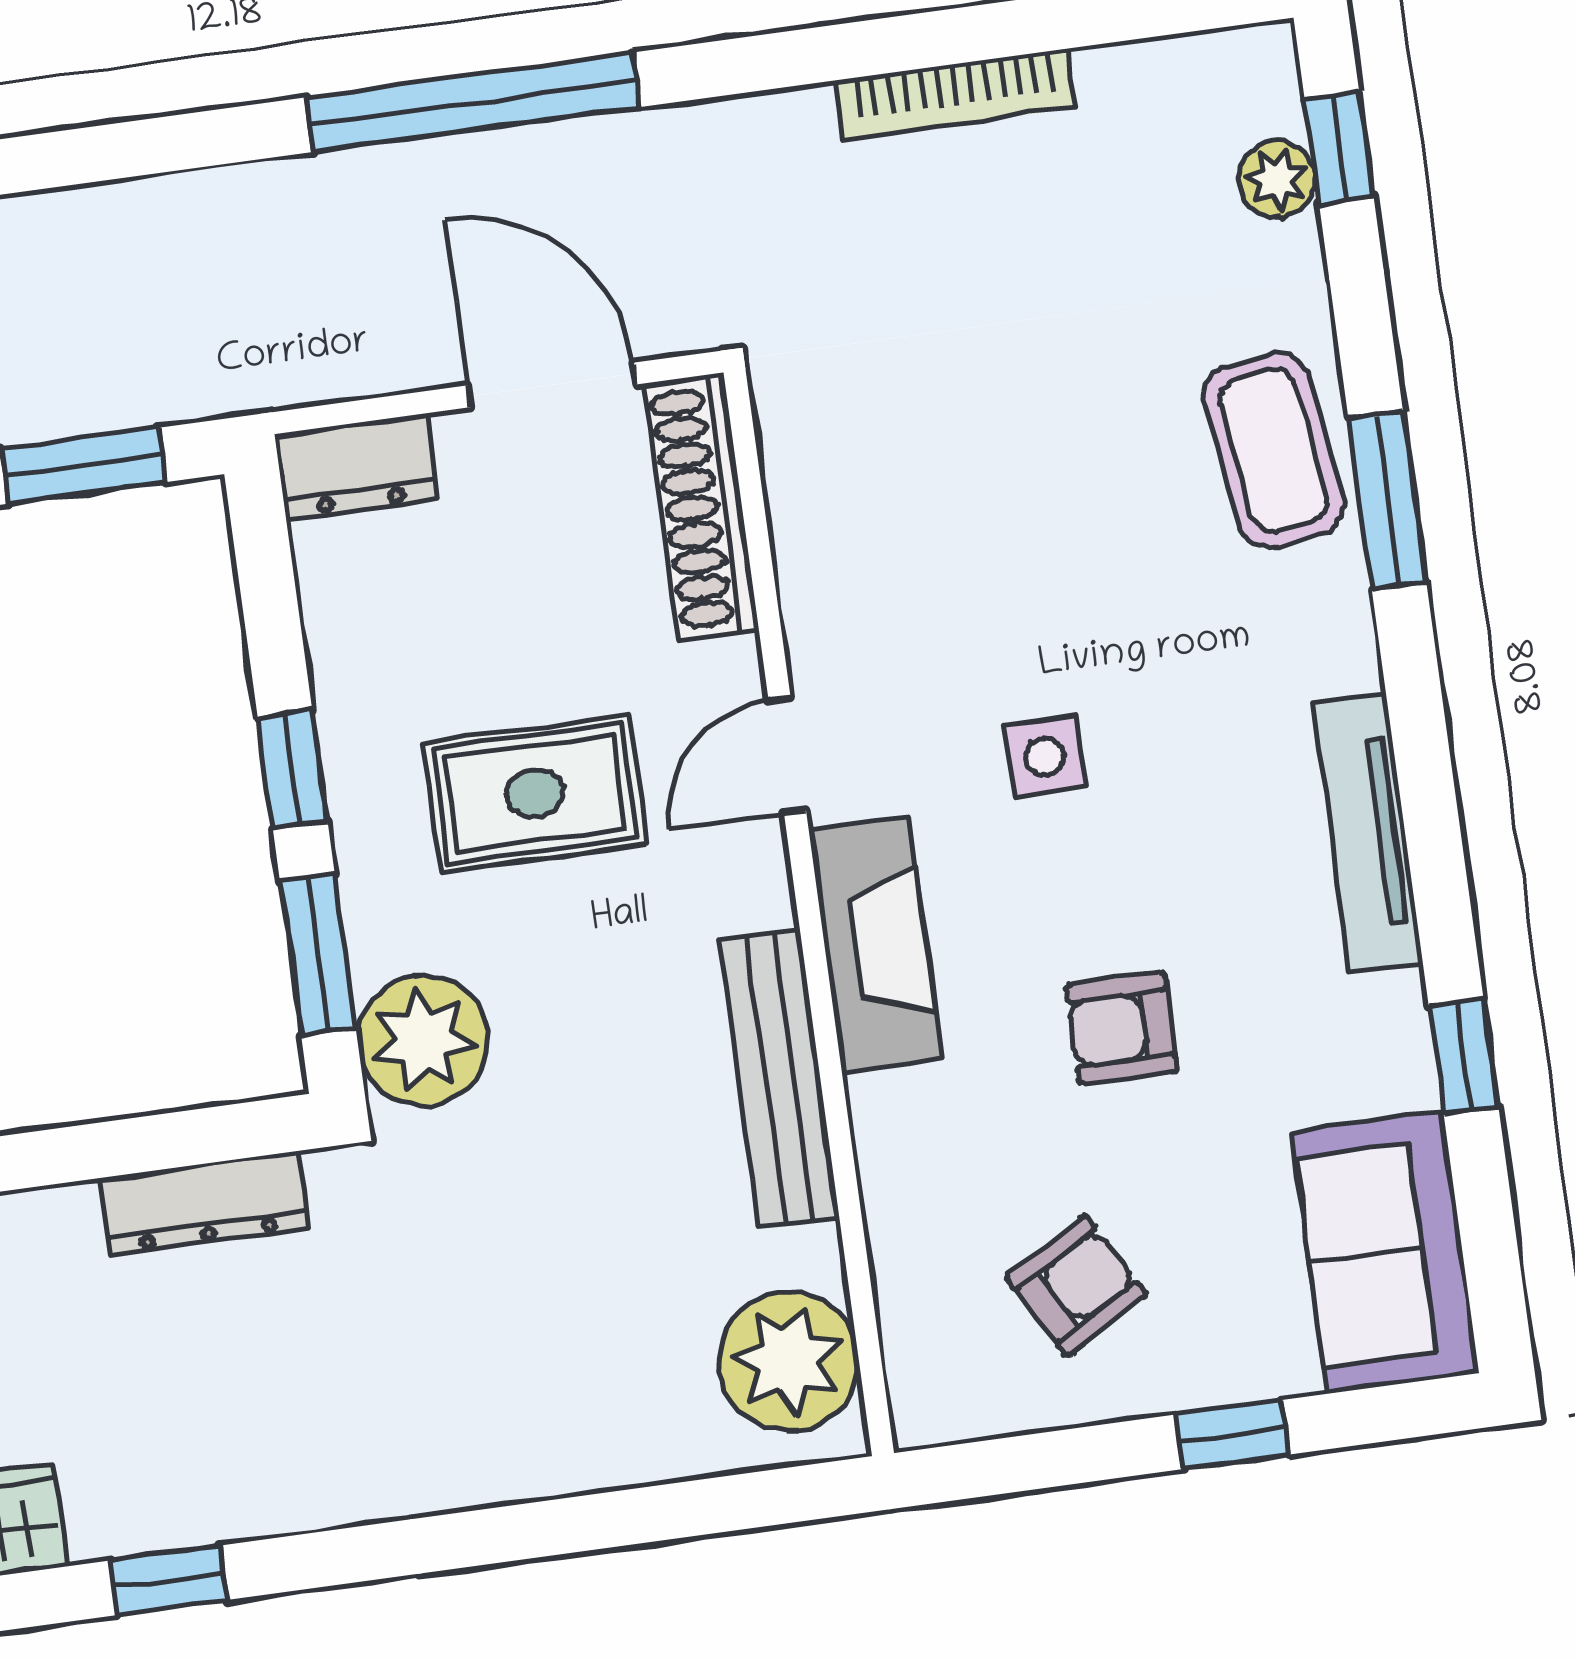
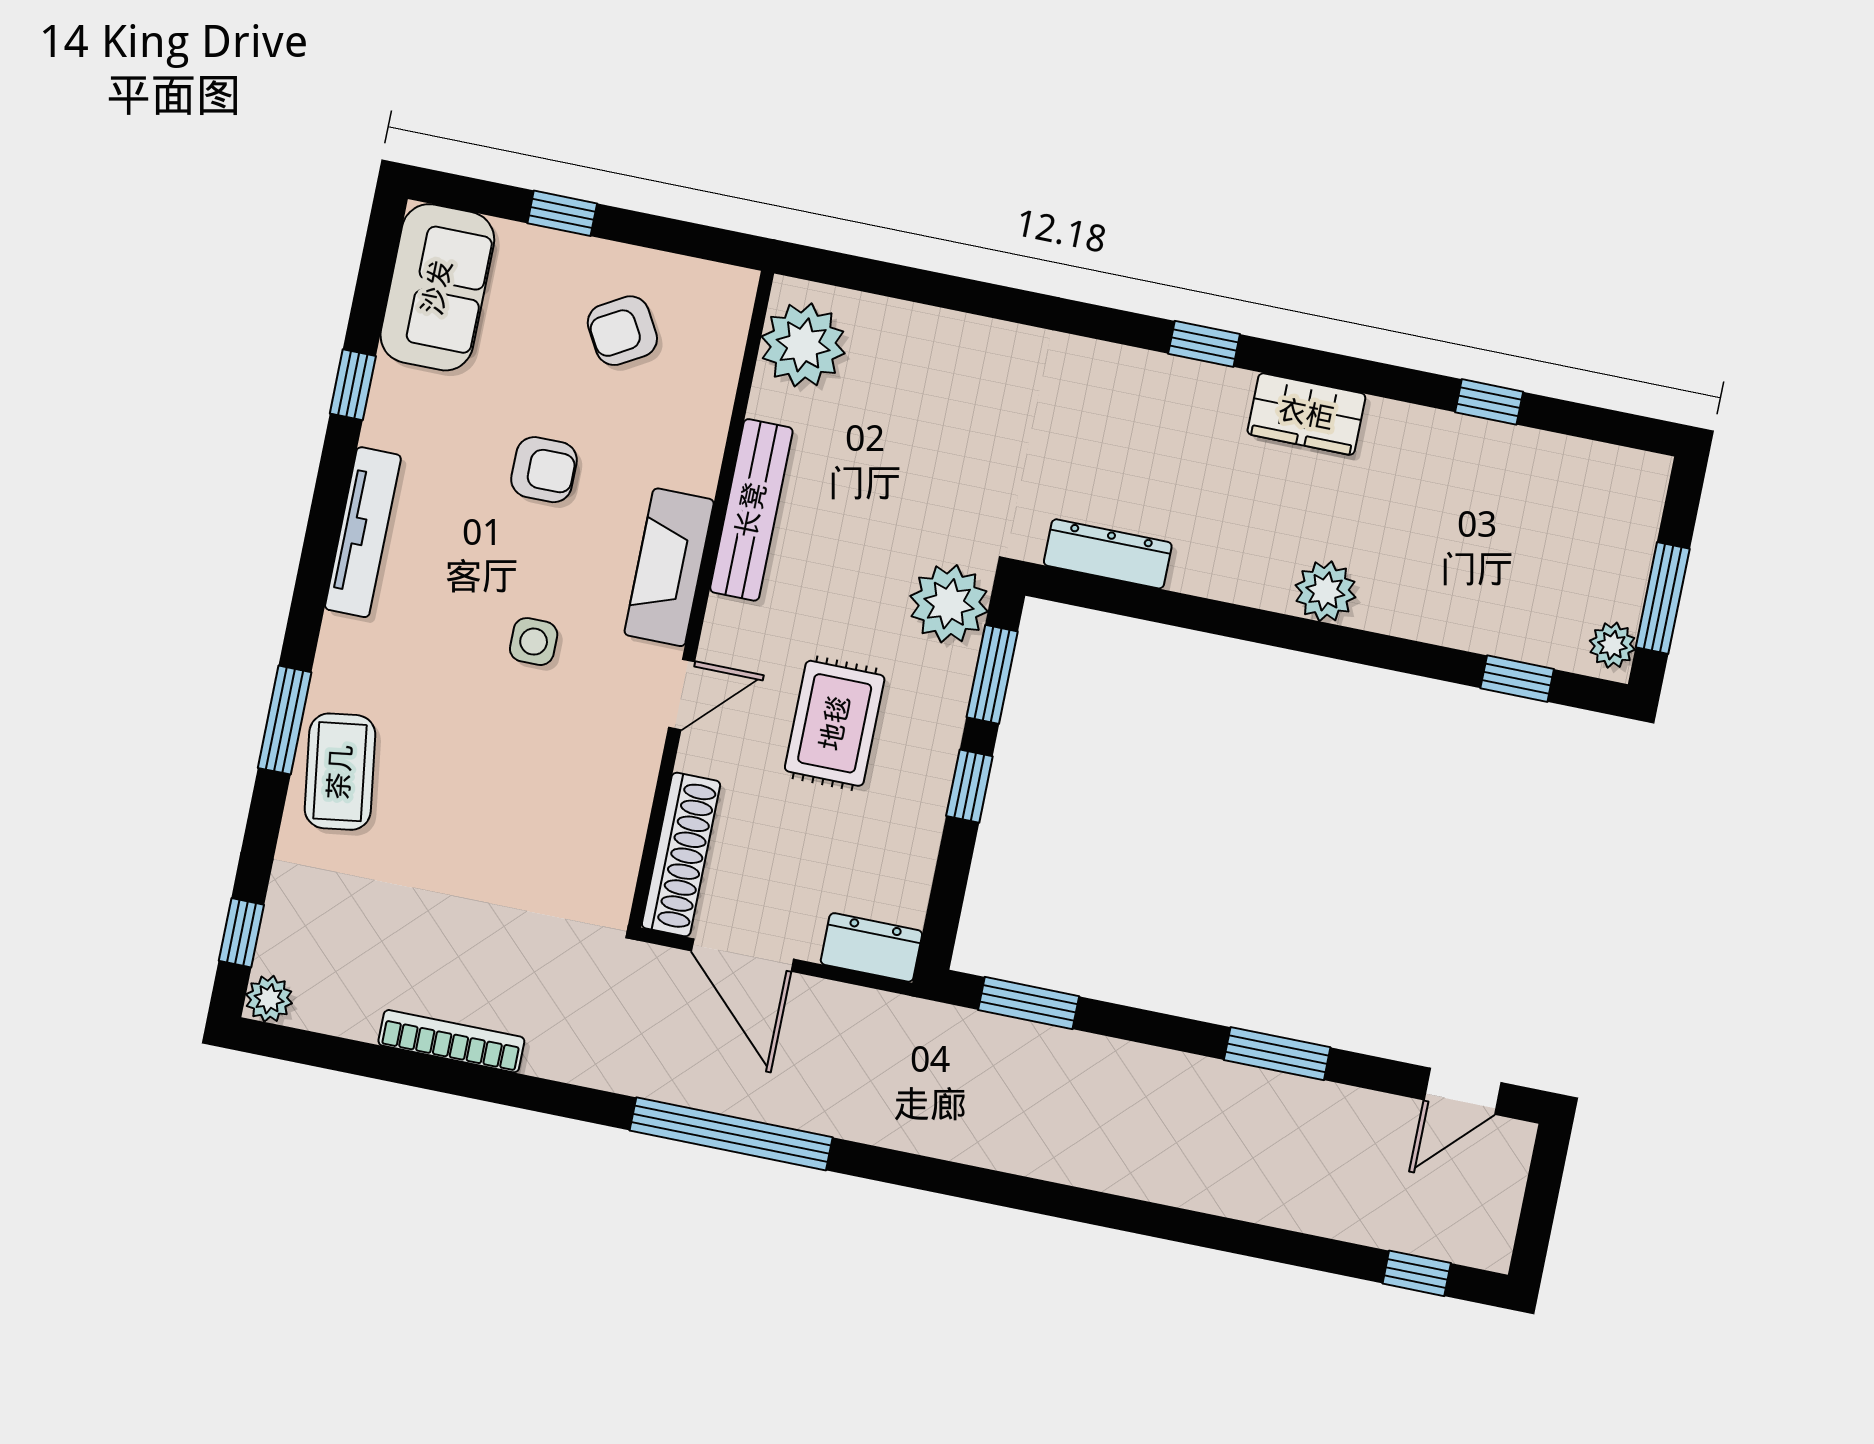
plant: (1277, 179) -> (269, 999), moved
rug: (535, 793) -> (835, 723), turned 90

